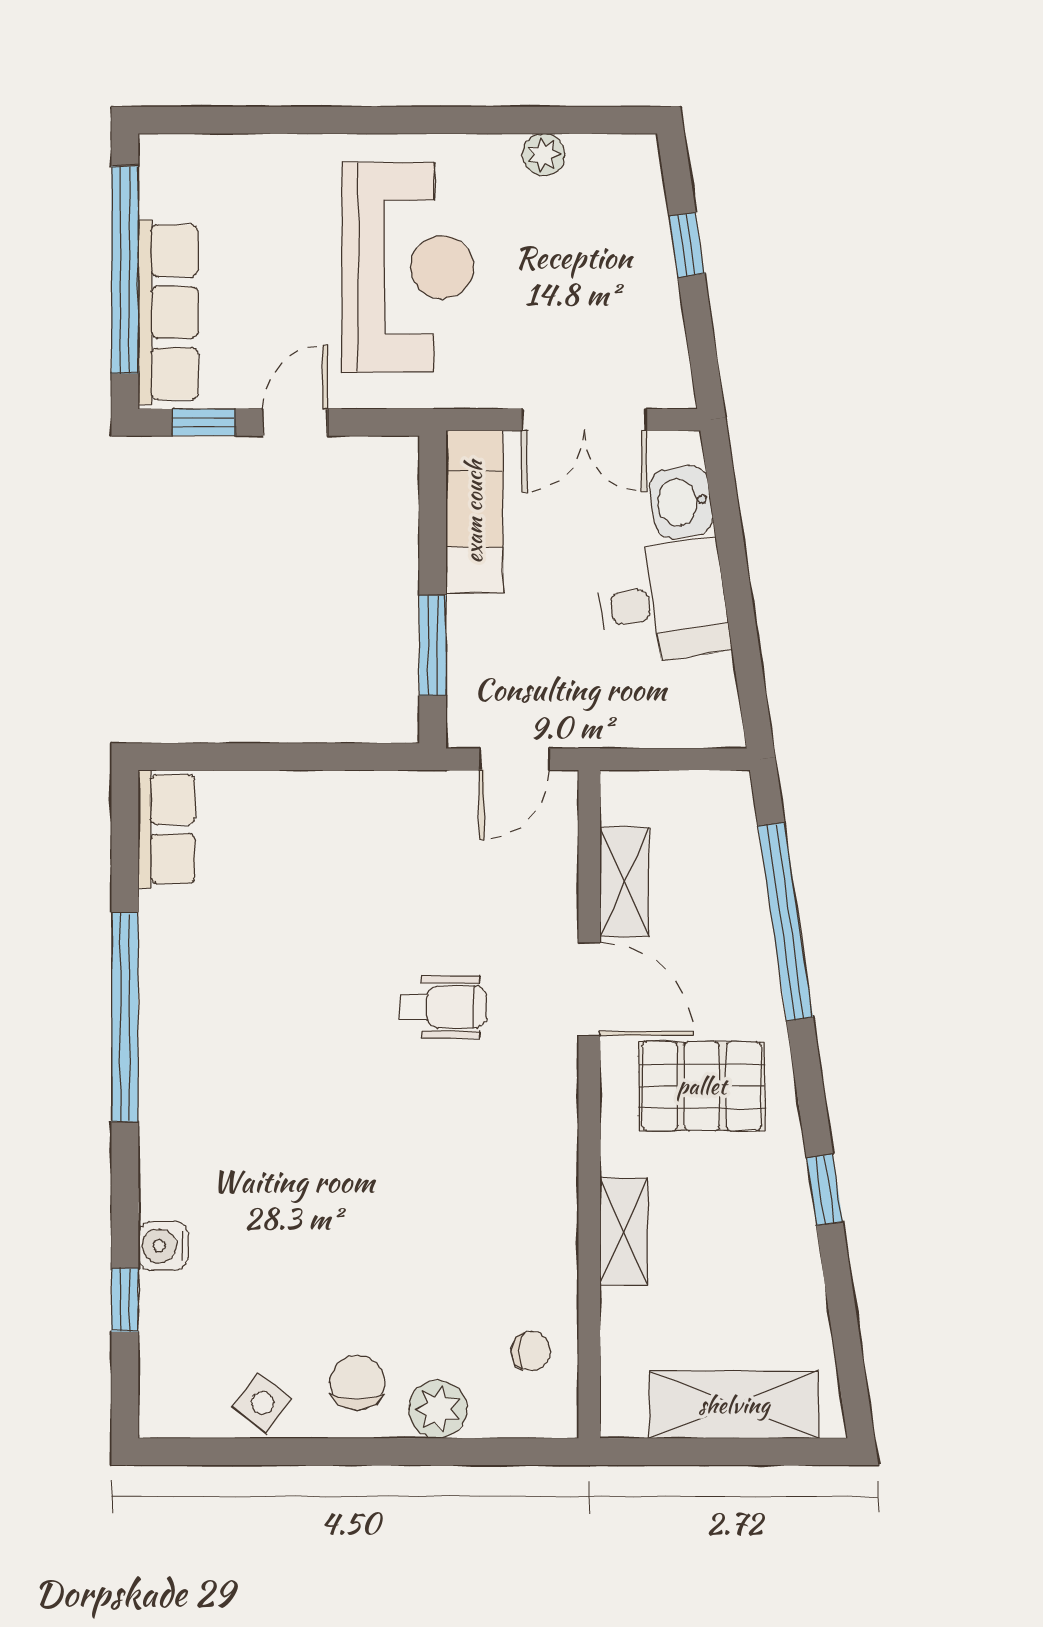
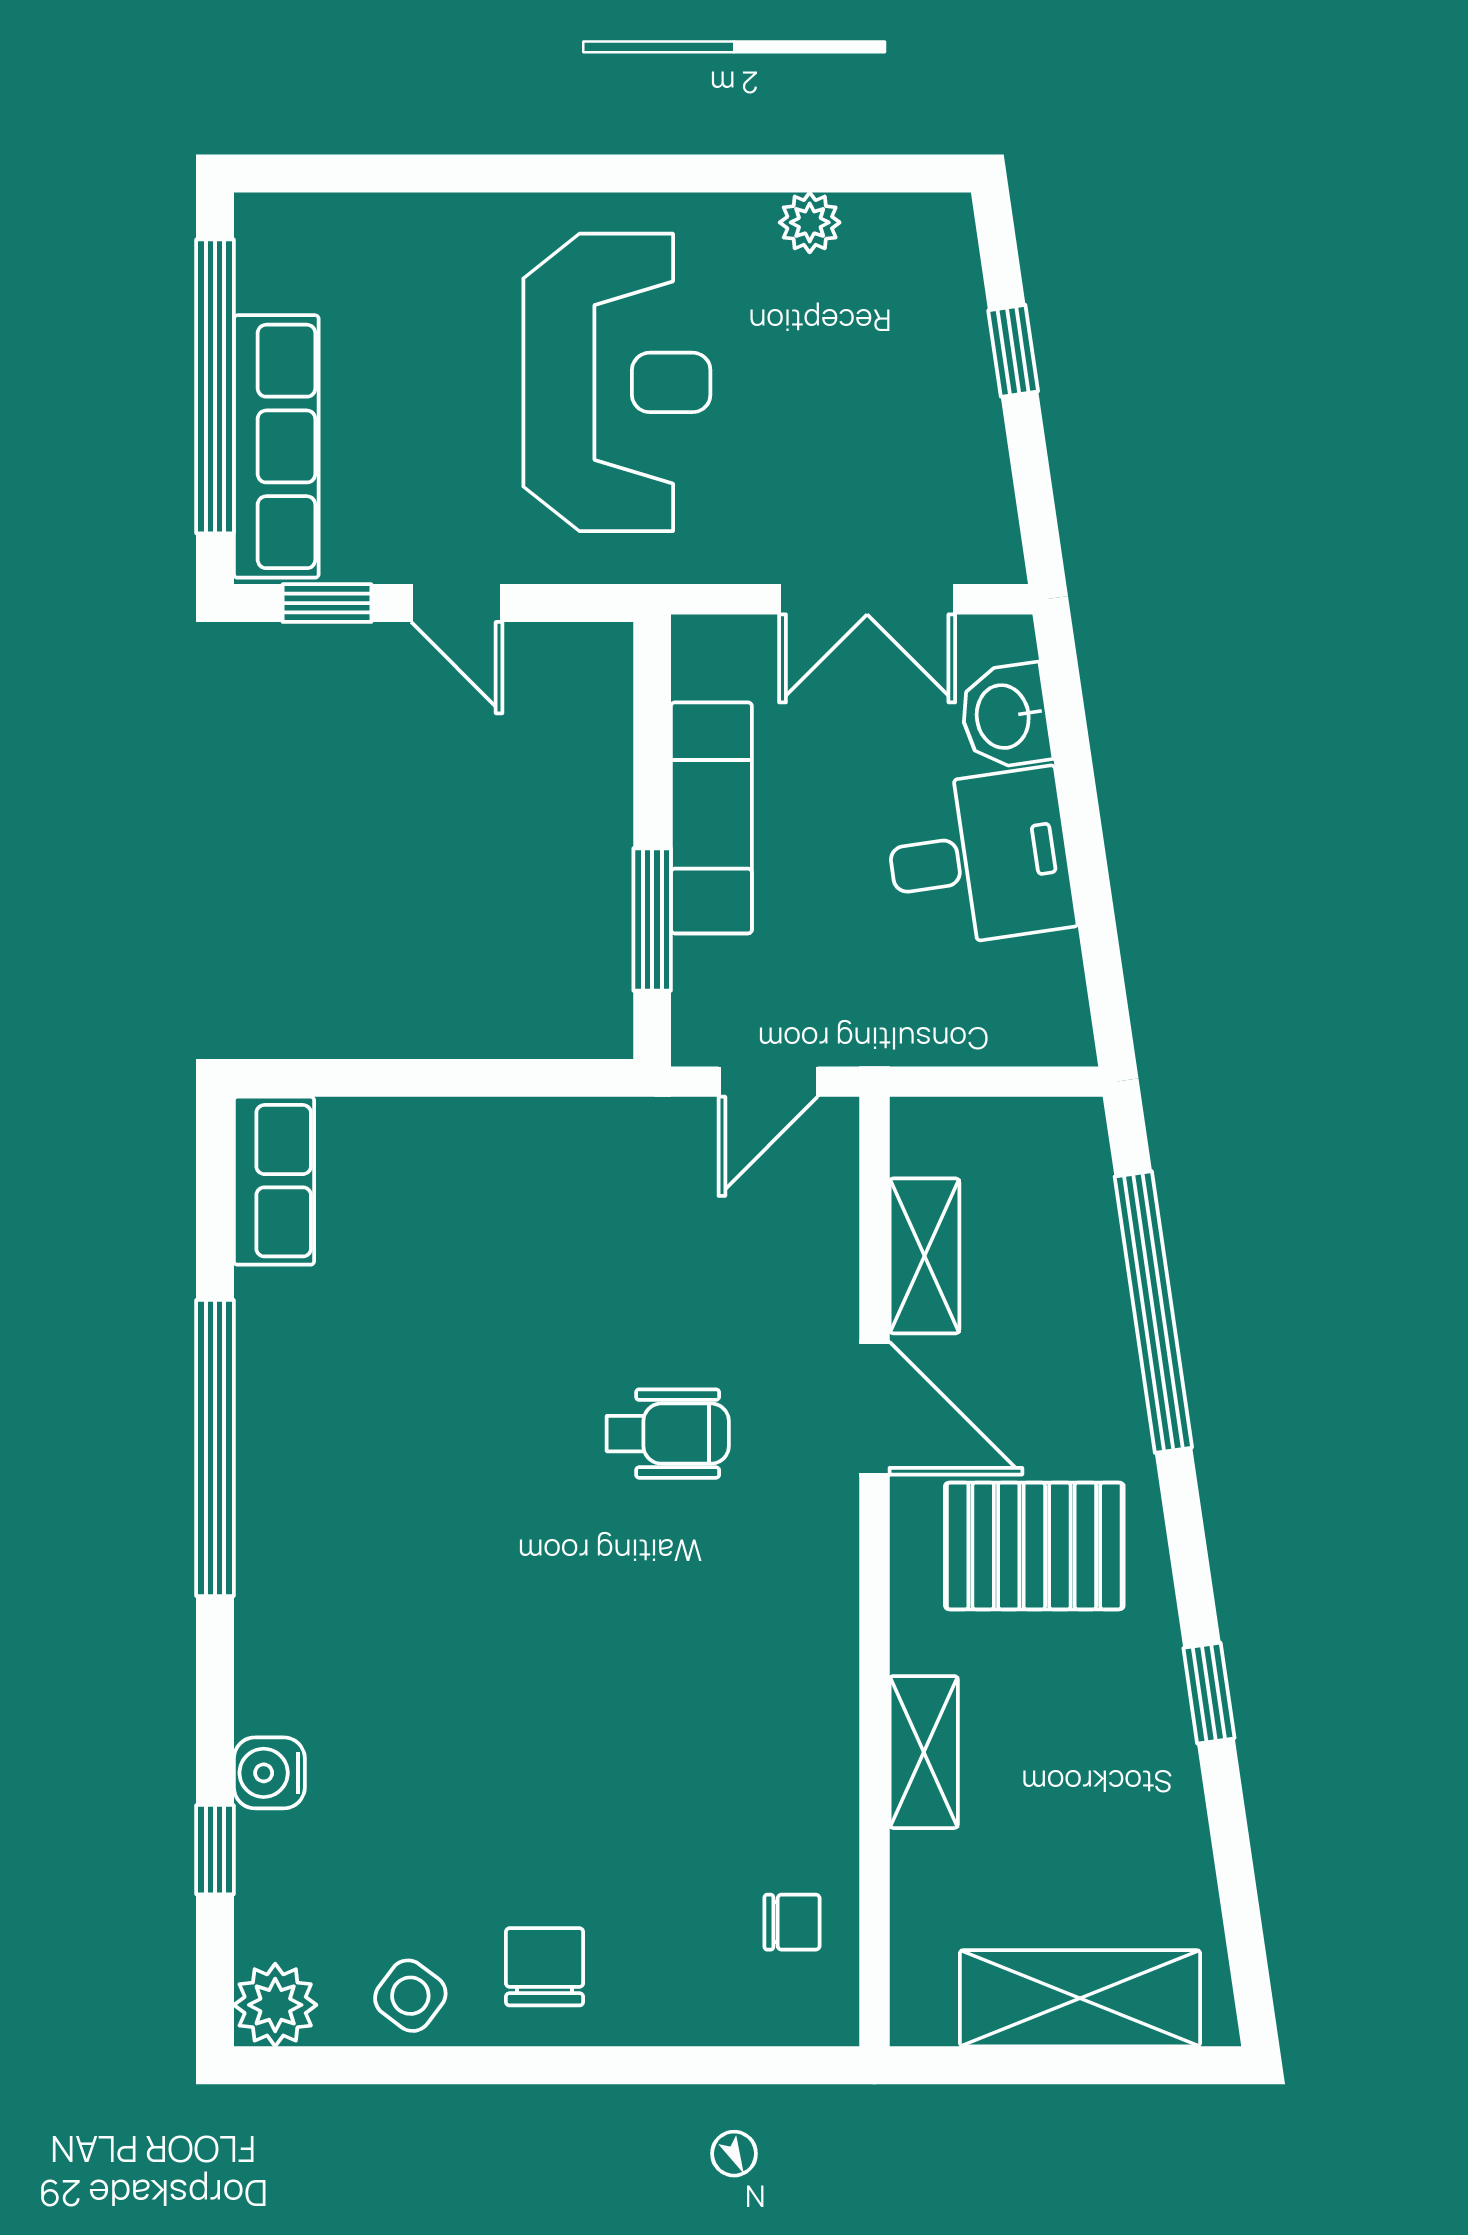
door: (295, 422) -> (457, 603), swing flipped
exam couch: (474, 512) -> (711, 818), moved
plant: (438, 1409) -> (275, 2005), moved

